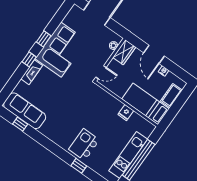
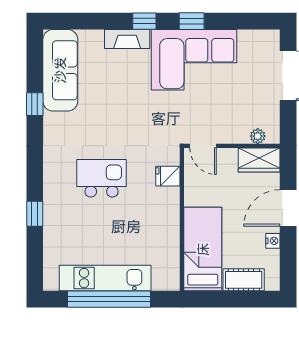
fridge: (126, 113) -> (168, 176), moved
window: (20, 124) -> (35, 104), moved
kitchen island: (84, 145) -> (102, 178), moved

